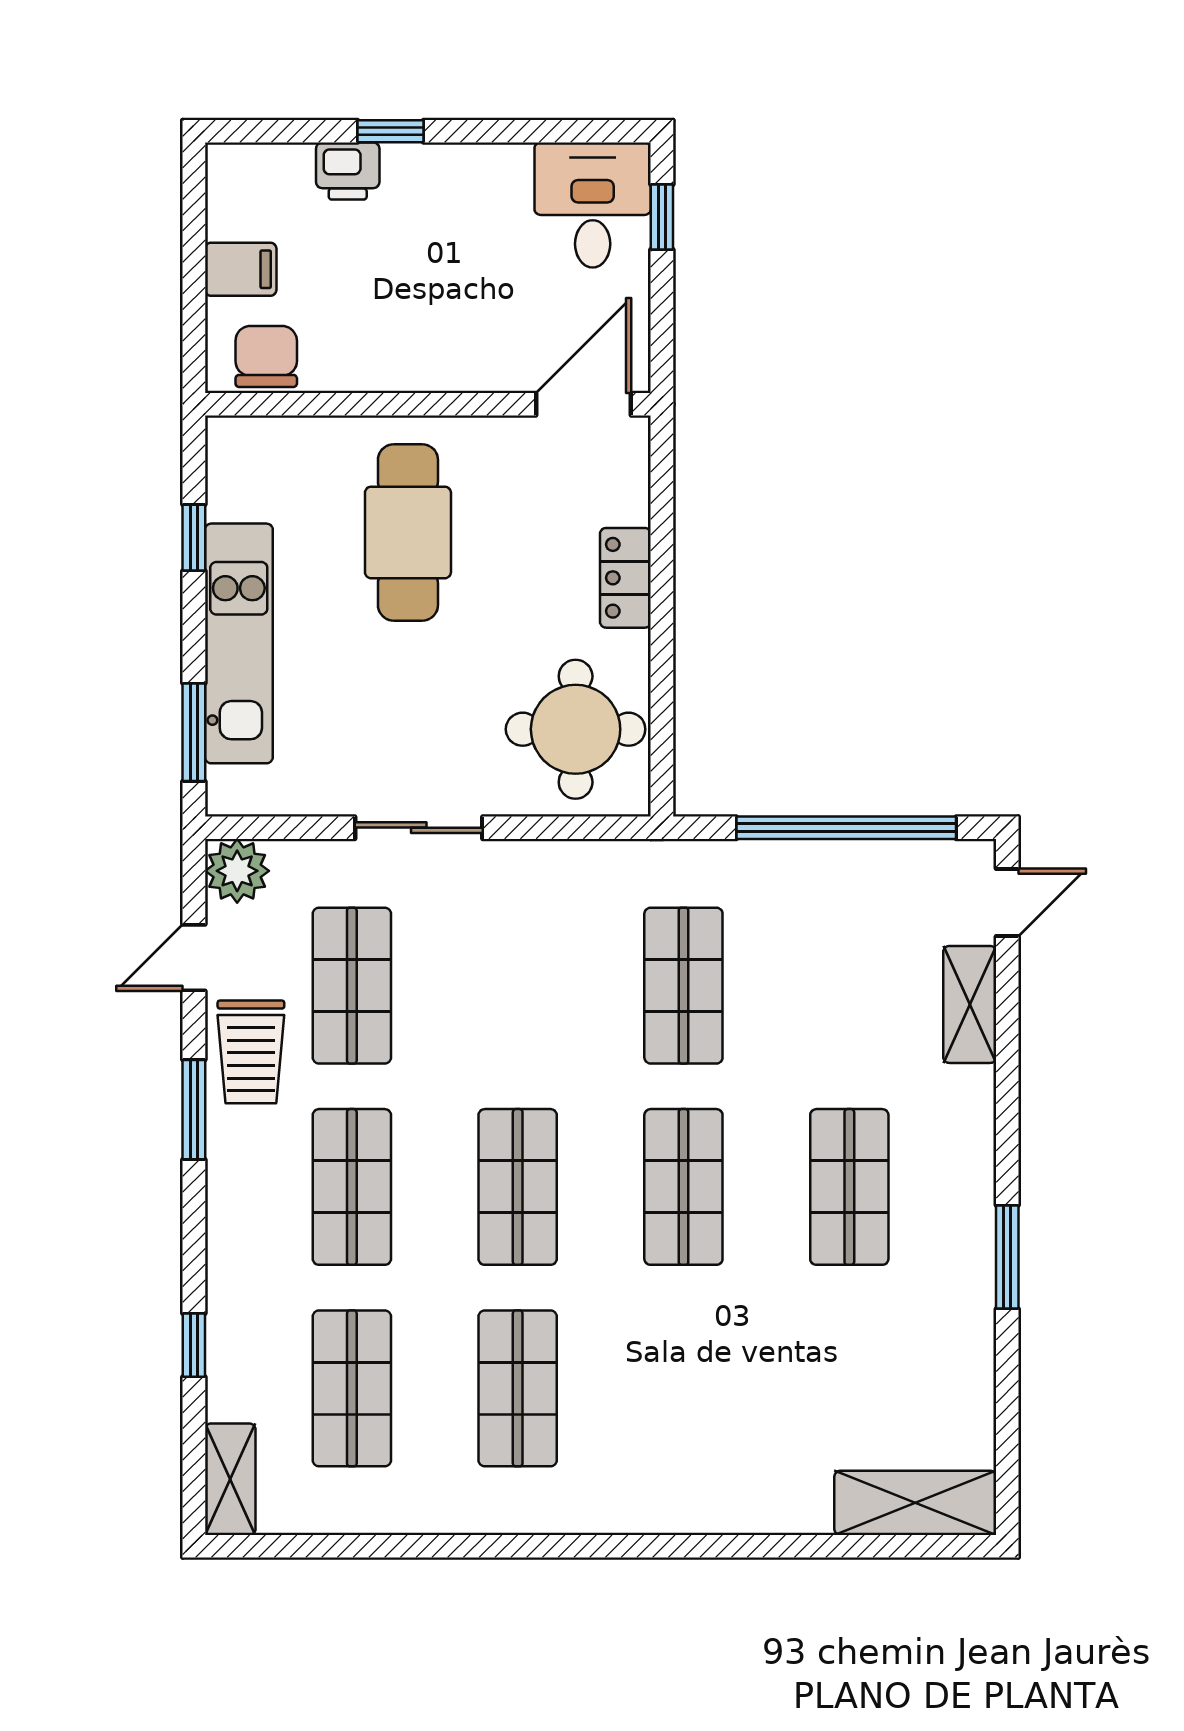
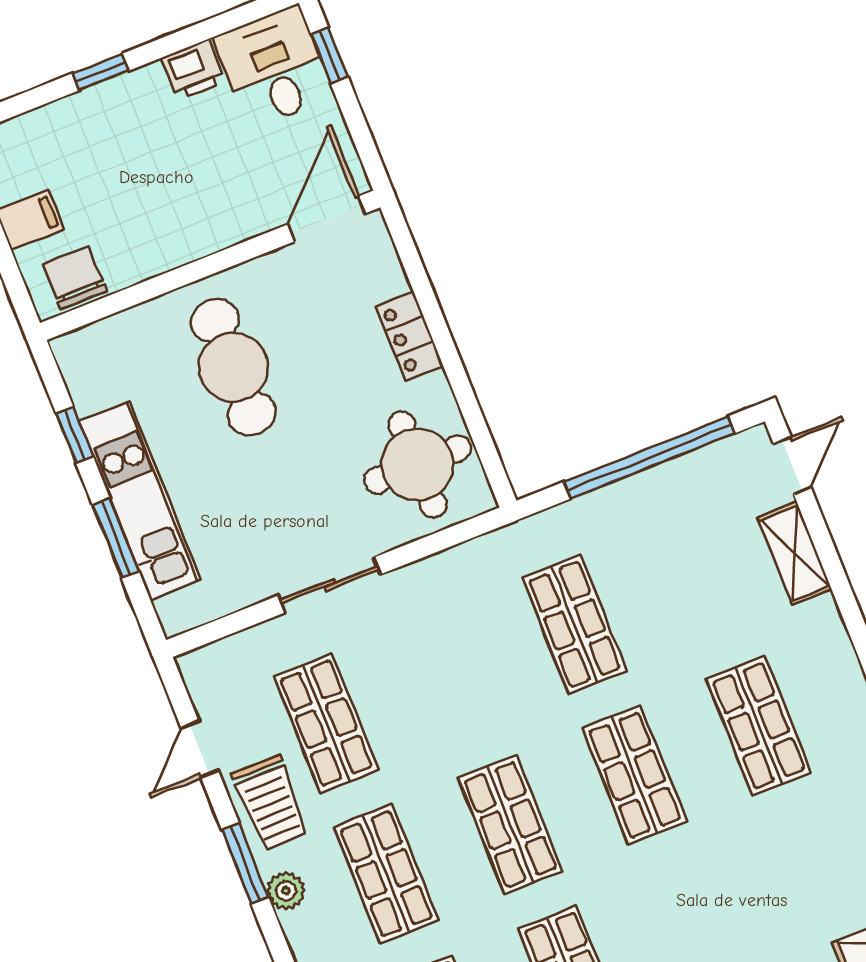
printer: (348, 171) -> (193, 70), moved
window: (194, 732) -> (116, 538), moved
plant: (237, 871) -> (286, 891), moved, width x0.73, depth x0.73

